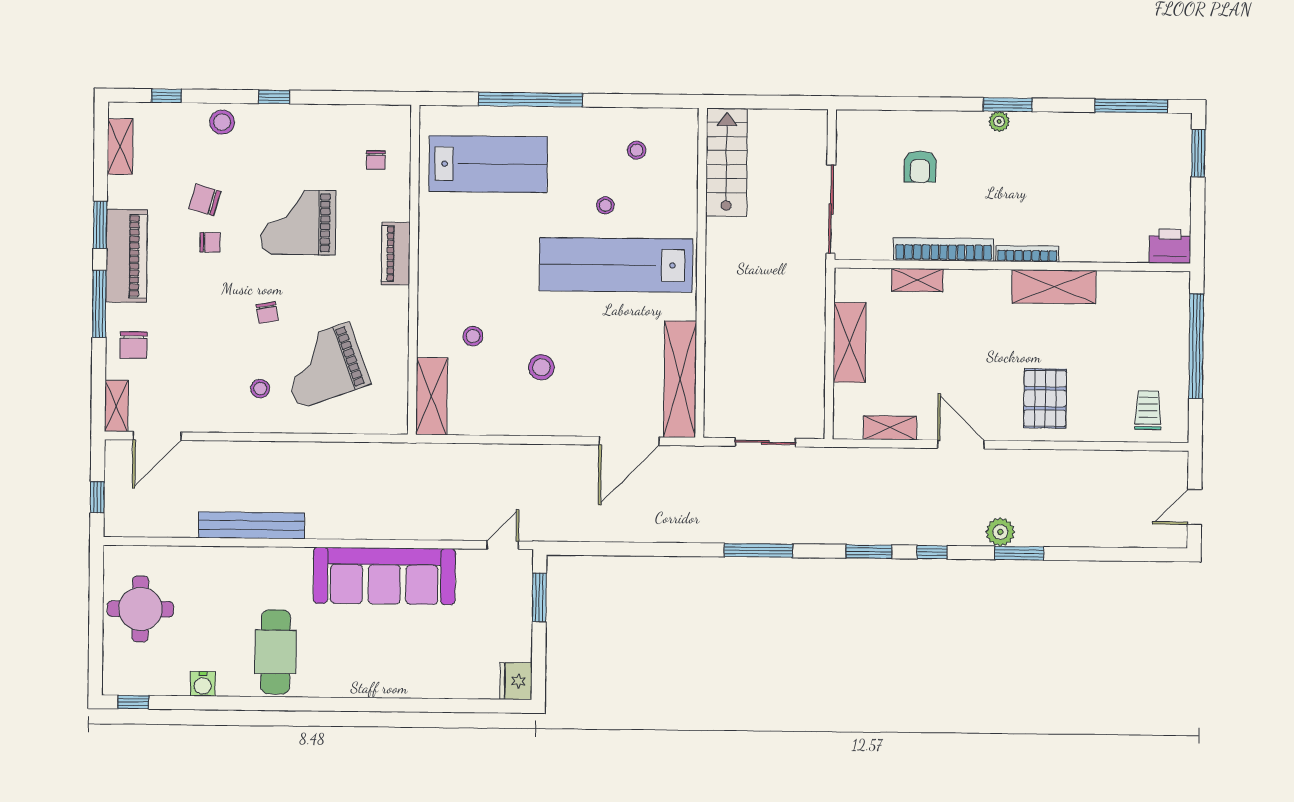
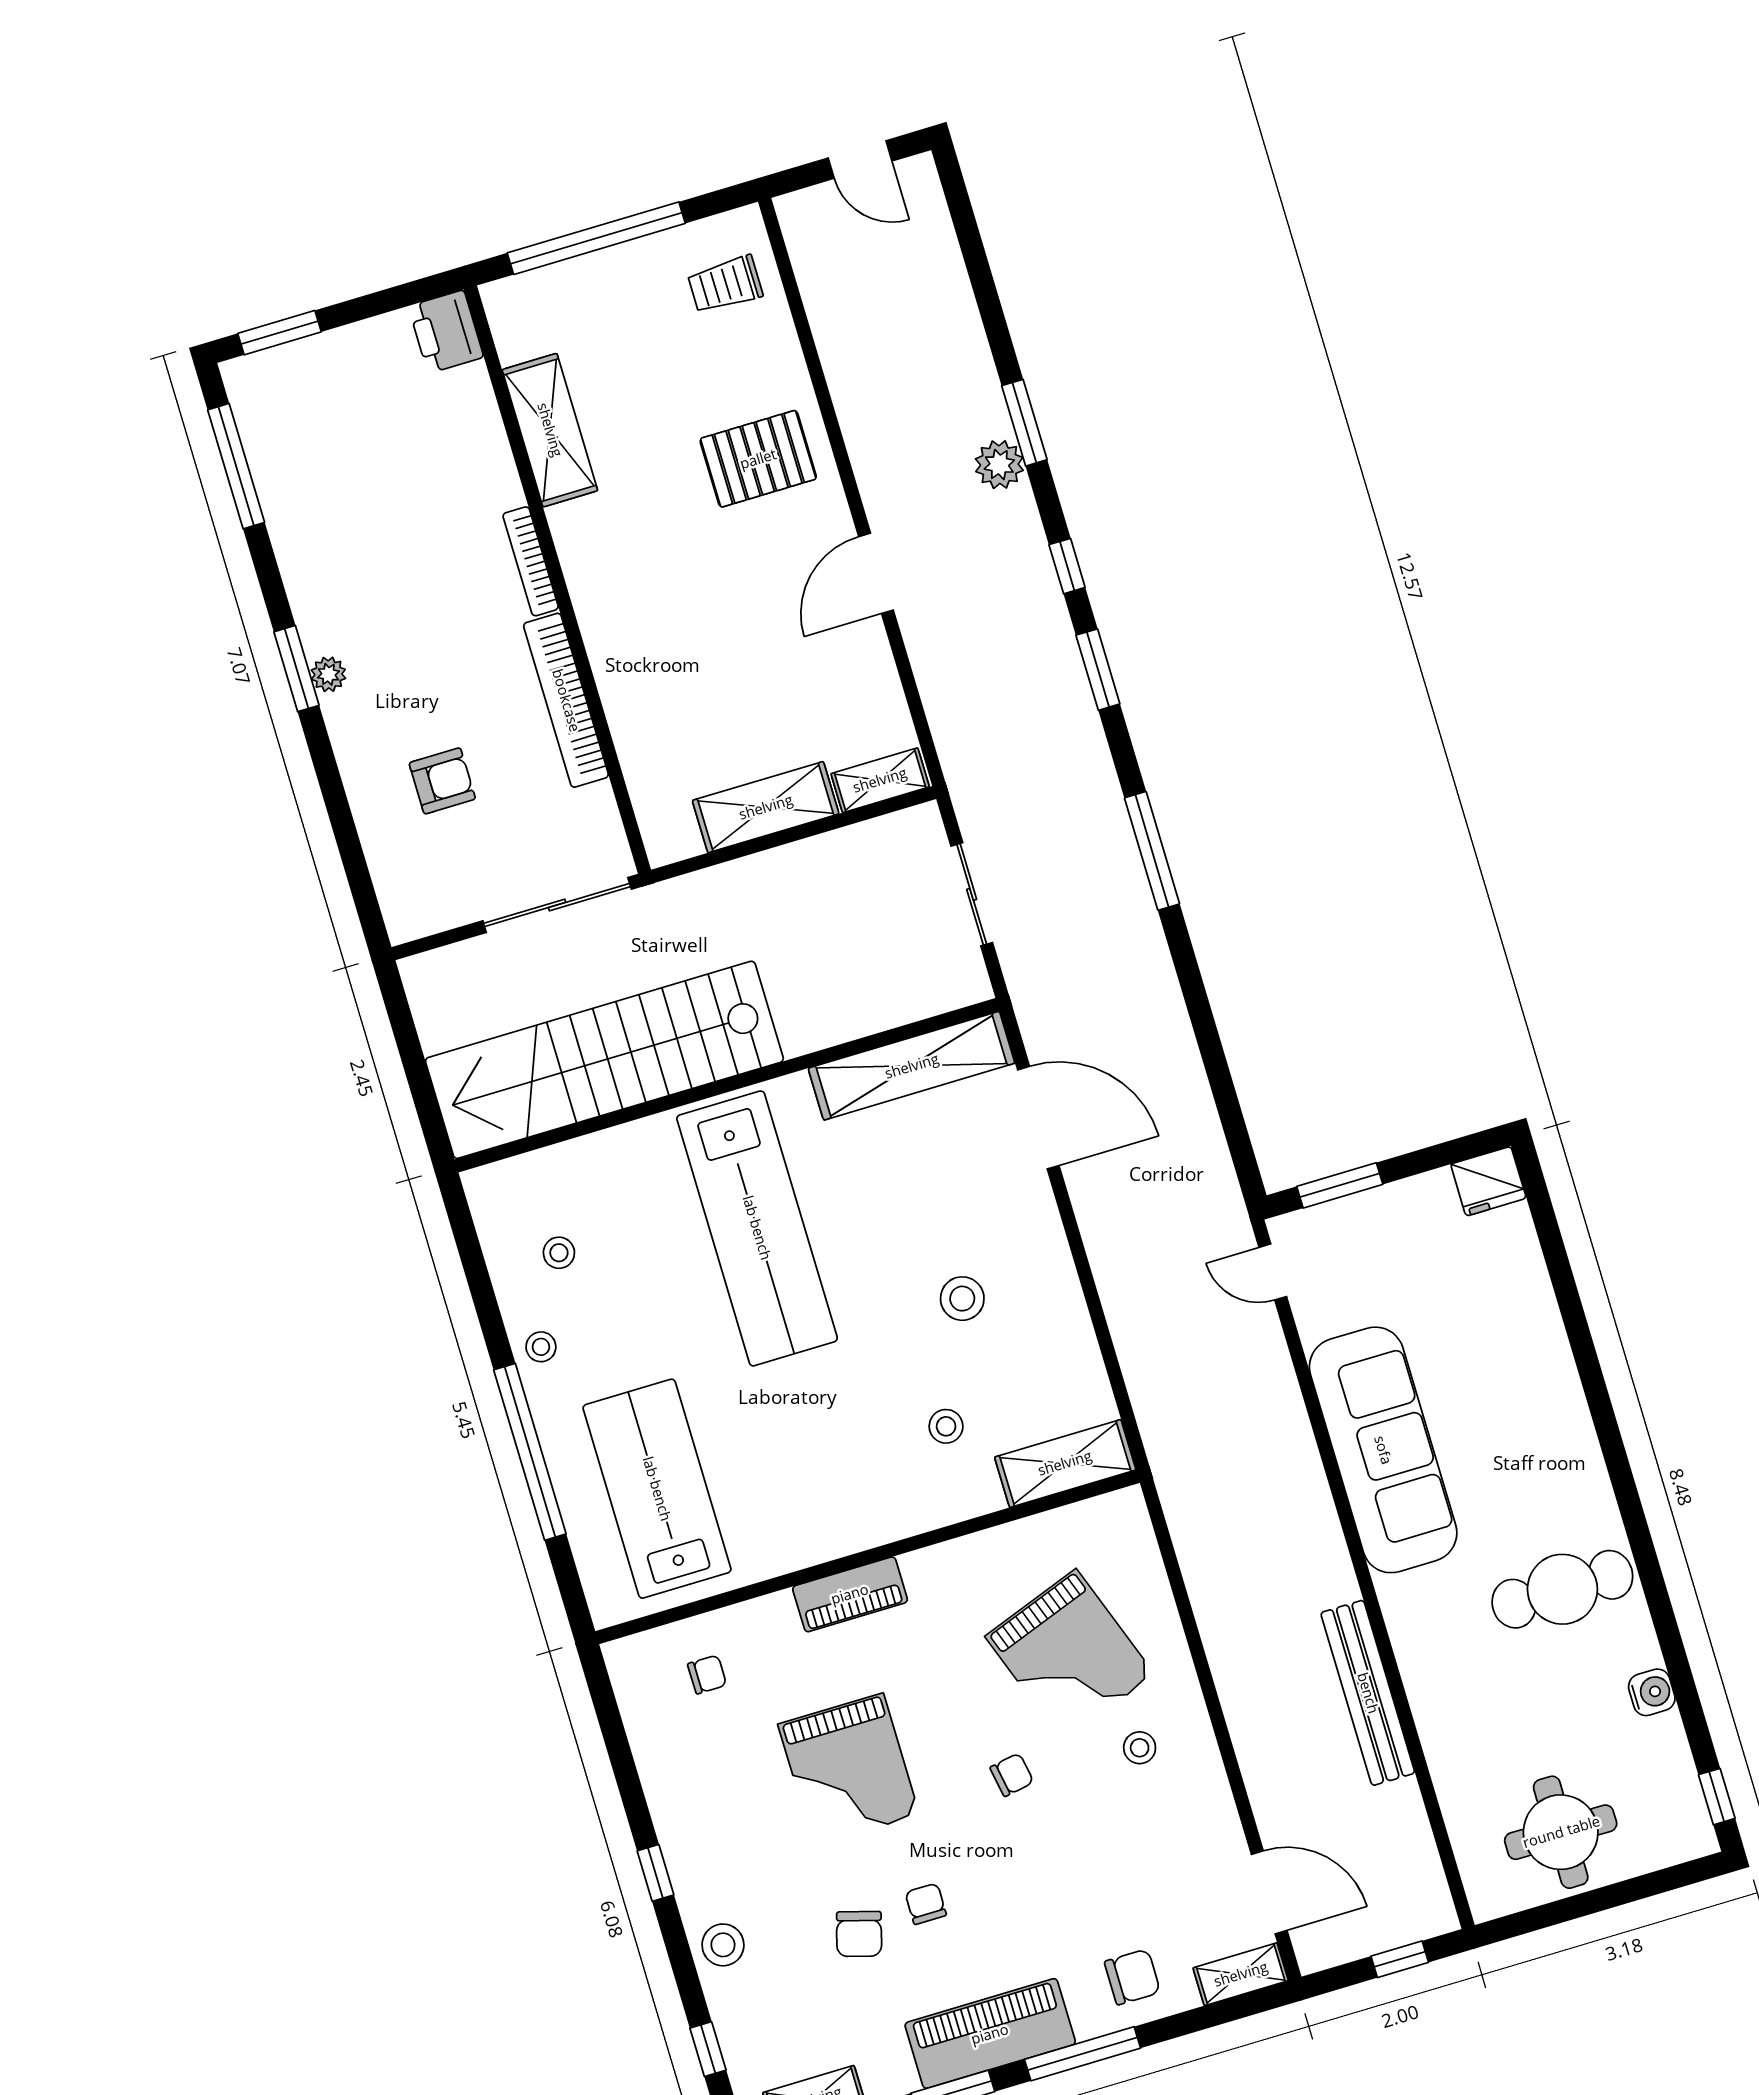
stairs: (727, 162) -> (604, 1060), width x1.86, depth x1.51
stool: (605, 205) -> (541, 1347), moved
shelving: (917, 280) -> (629, 728), removed
shelving: (1054, 287) -> (550, 430), moved
shelving: (890, 428) -> (880, 780), moved, turned 90

